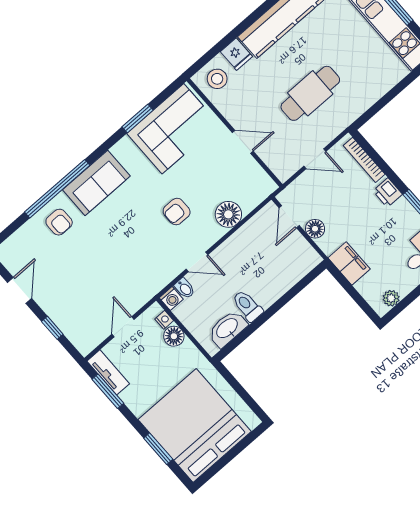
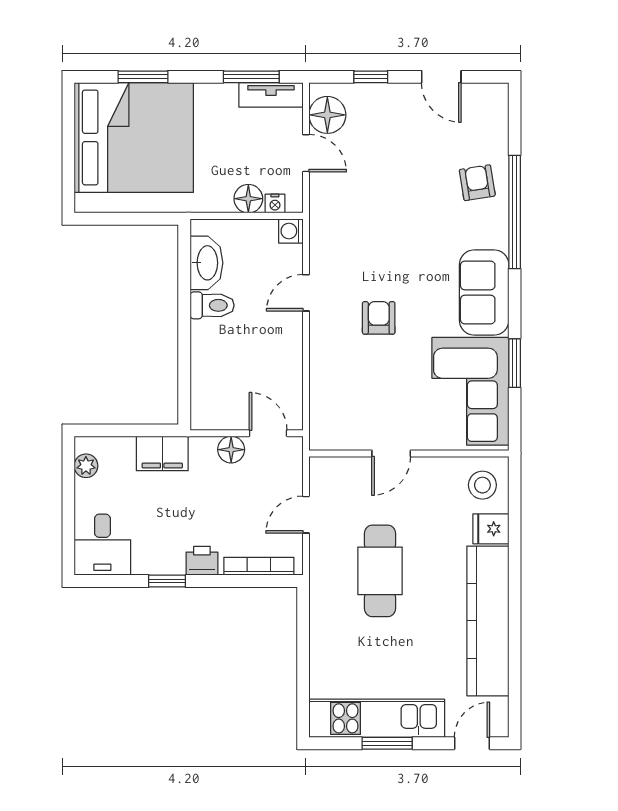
sofa: (96, 183) -> (484, 292), moved
floor lamp: (228, 214) -> (327, 115), moved
armchair: (59, 222) -> (477, 183), turned 81
bidet: (185, 288) -> (289, 255), removed

